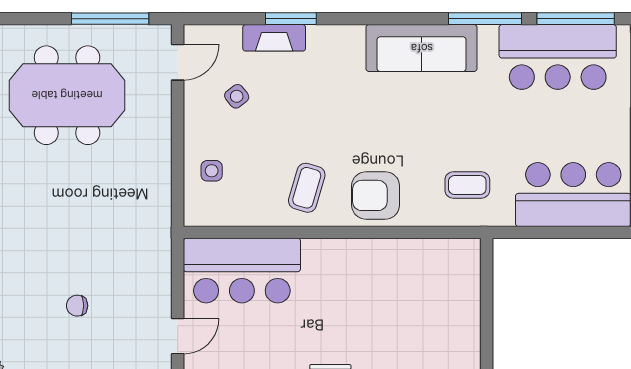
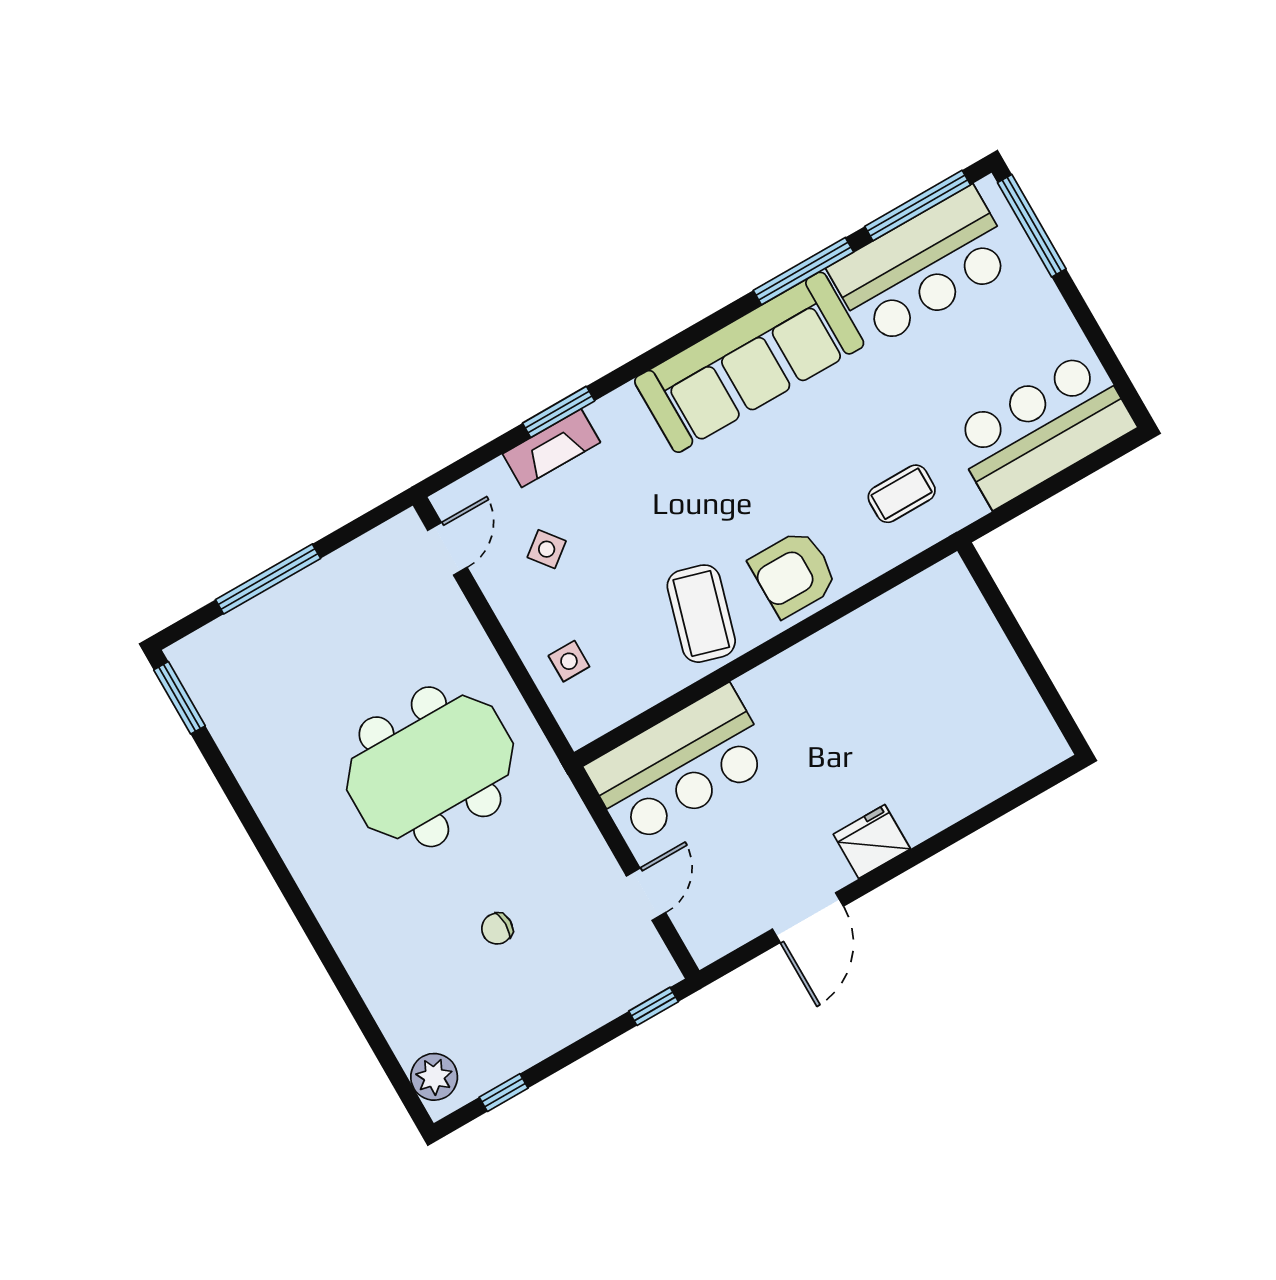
window: (110, 19) -> (268, 579), moved
sofa: (422, 48) -> (749, 362), width x1.36, depth x1.27
meeting table: (67, 95) -> (430, 767), moved
coffee table: (307, 188) -> (701, 614), width x1.36, depth x1.30

